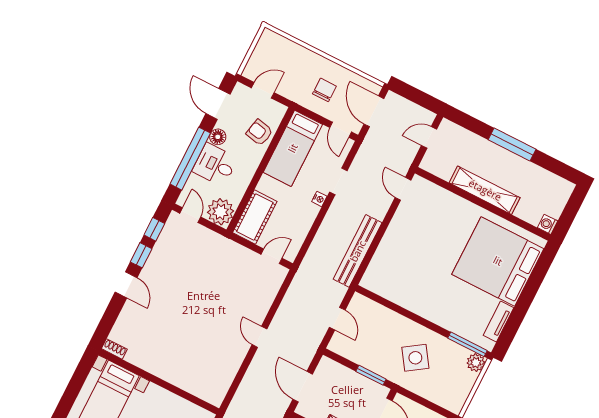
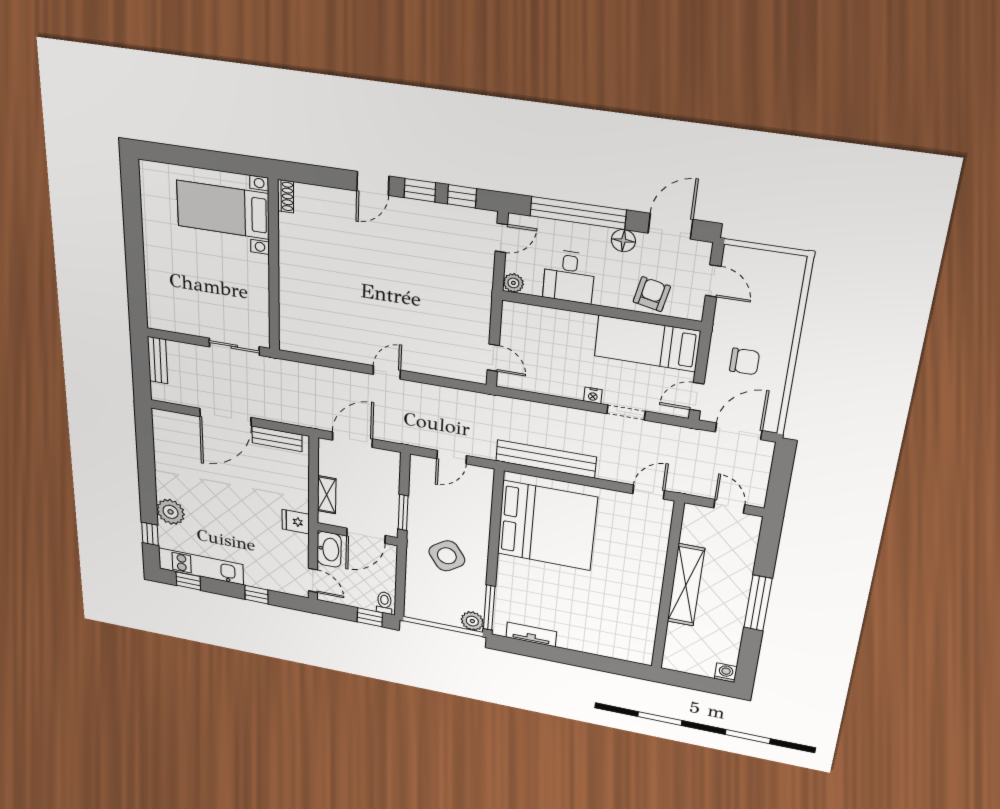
desk: (215, 165) -> (569, 277), moved, turned 180
plant: (221, 212) -> (513, 283), width x0.53, depth x0.53
cot: (255, 217) -> (535, 322), removed
washing machine: (548, 224) -> (726, 673), moved
bed: (498, 261) -> (547, 526), moved, turned 90

